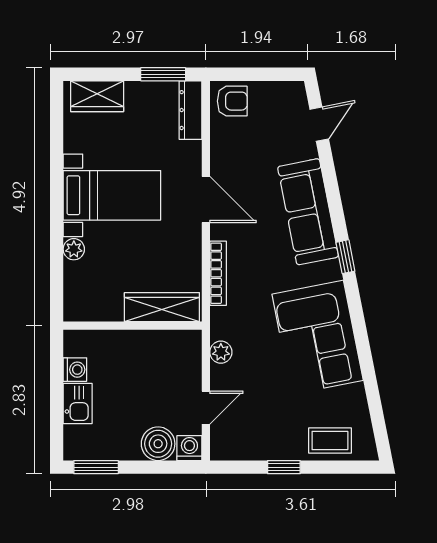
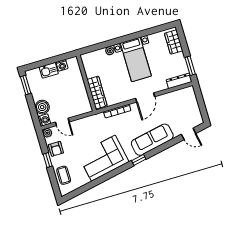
armchair: (232, 101) -> (56, 149), moved
plant: (221, 352) -> (47, 133), moved

